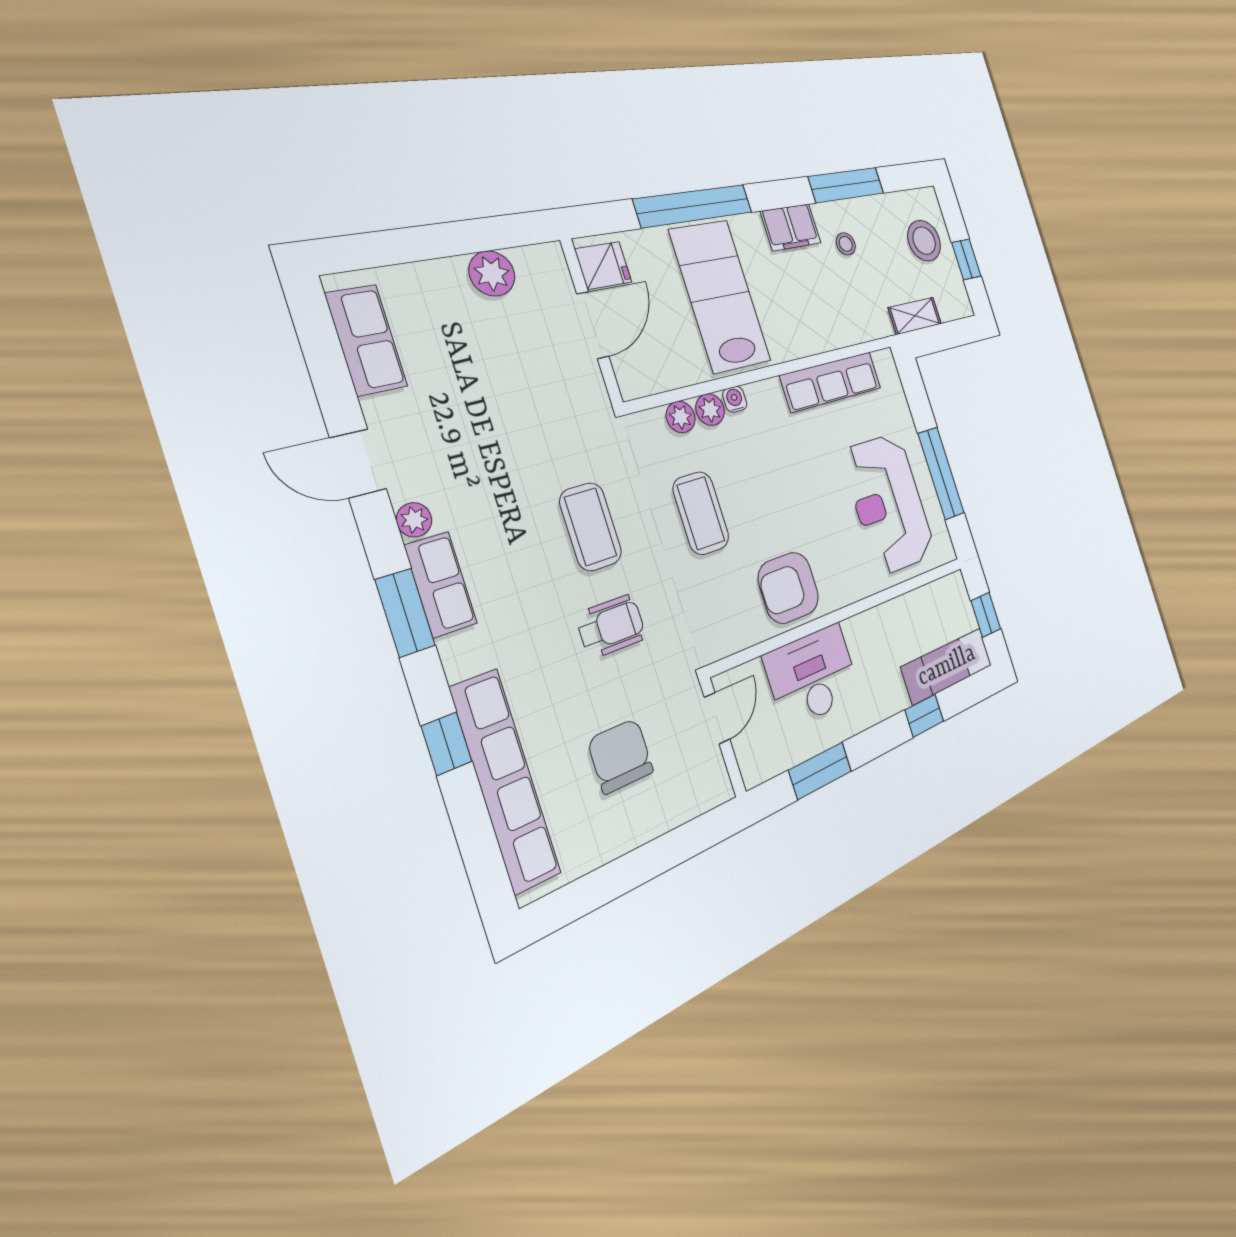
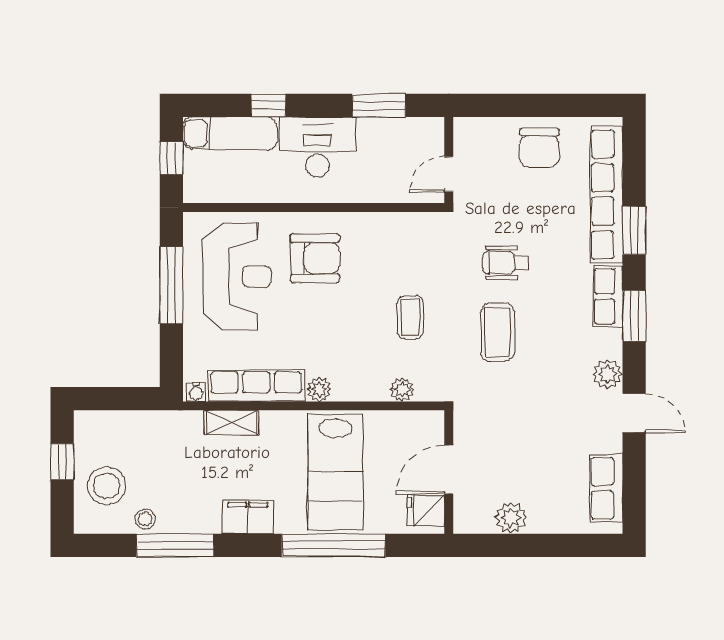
stool: (846, 244) -> (145, 519), moved
shelving: (915, 316) -> (232, 422), moved
water cooler: (735, 399) -> (196, 392), moved
plant: (710, 410) -> (319, 389), moved
coffee table: (701, 513) -> (410, 317), width x0.73, depth x0.77
plant: (414, 520) -> (608, 374), width x1.38, depth x1.38
row of seats: (441, 584) -> (608, 296), moved
armchair: (789, 588) -> (315, 258), moved
desk: (812, 676) -> (317, 147), moved, turned 180
window: (447, 744) -> (634, 231), width x1.50
chair: (621, 756) -> (539, 148), moved

